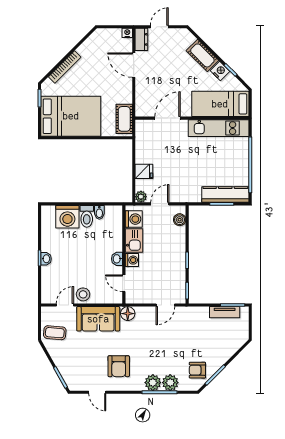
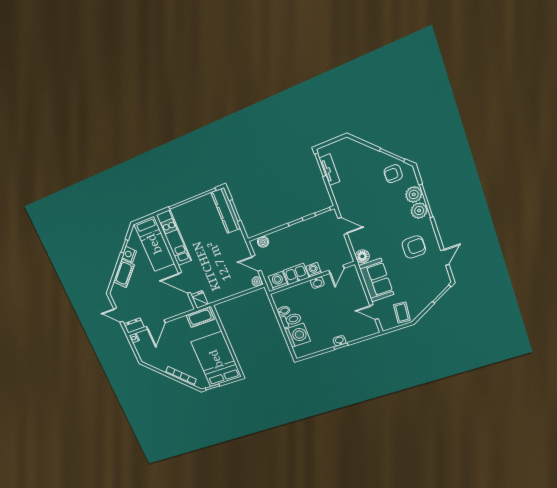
fridge: (144, 171) -> (200, 299), moved
stool: (83, 294) -> (359, 300), removed
armchair: (197, 370) -> (393, 174), turned 90

